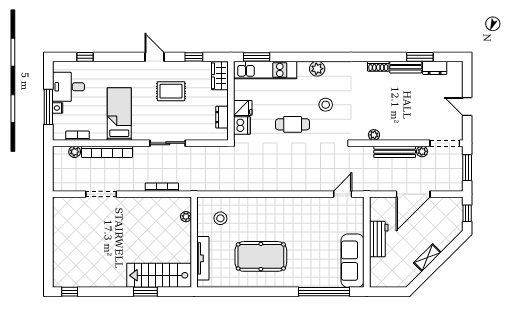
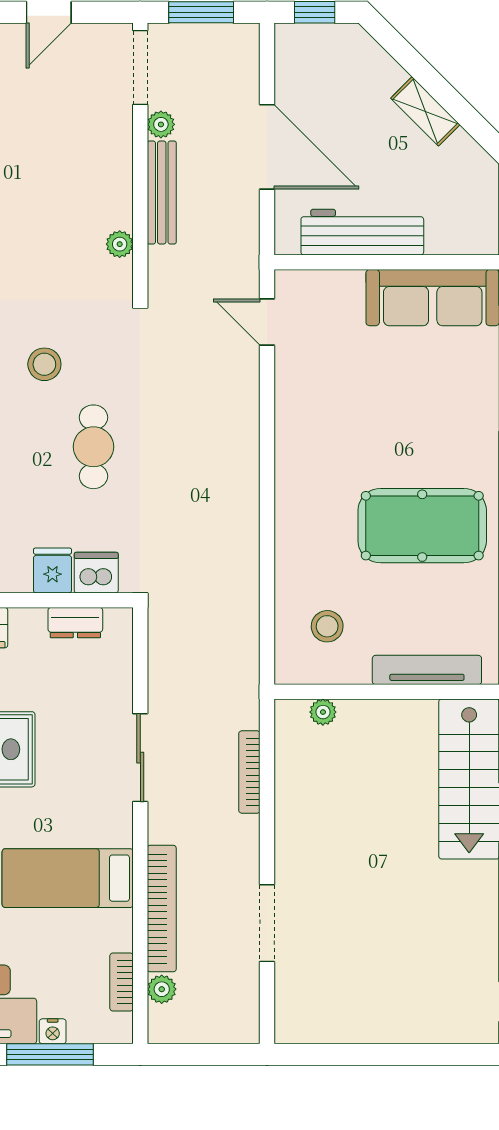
workbench: (379, 239) -> (362, 232), width x1.38
pool table: (261, 256) -> (422, 526), turned 90

